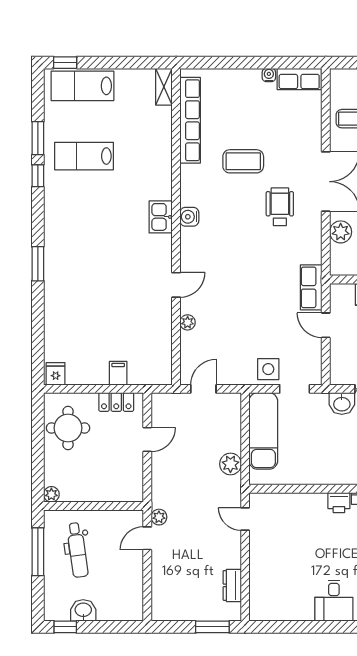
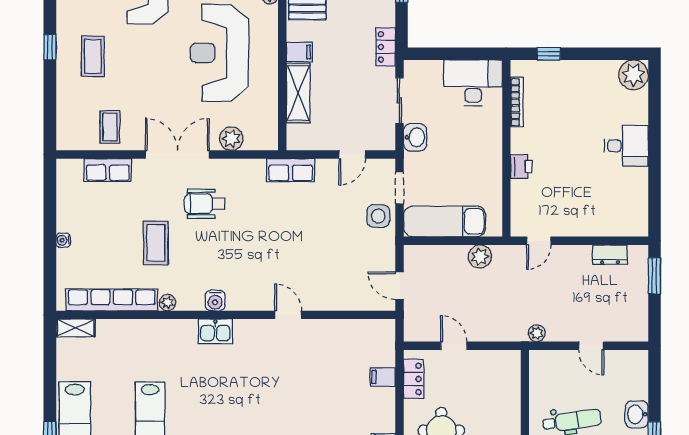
water cooler: (269, 75) -> (63, 240), moved
row of seats: (299, 79) -> (108, 170), moved, turned 90
plant: (188, 322) -> (167, 303), moved
door: (326, 325) -> (352, 154), moved
printer: (339, 503) -> (521, 167), moved
door: (147, 538) -> (591, 346), moved

